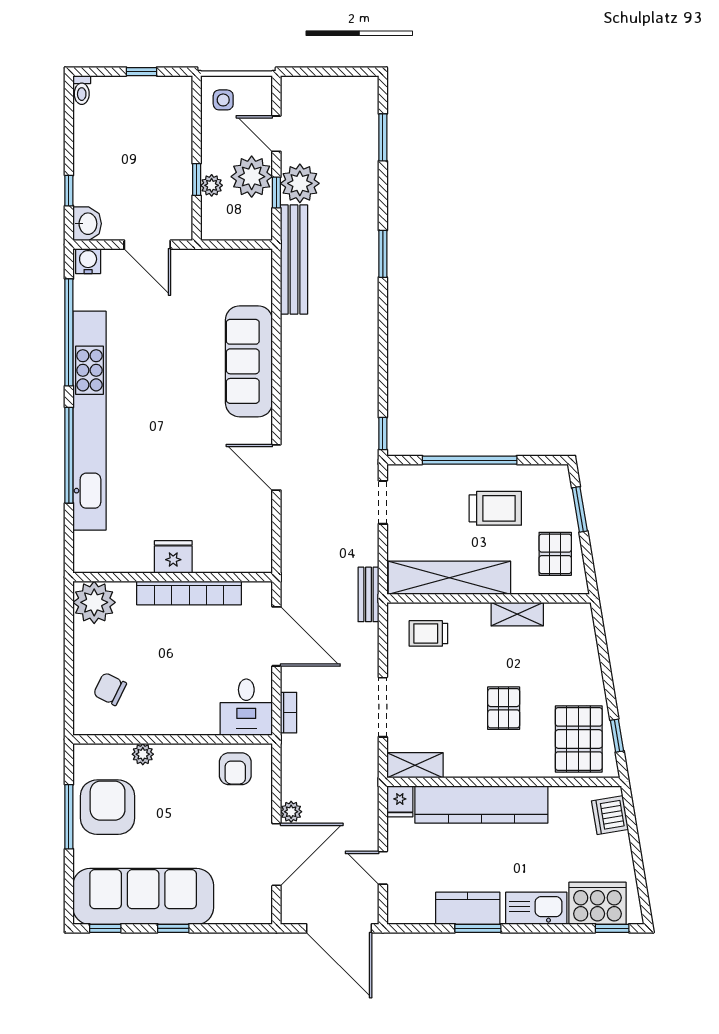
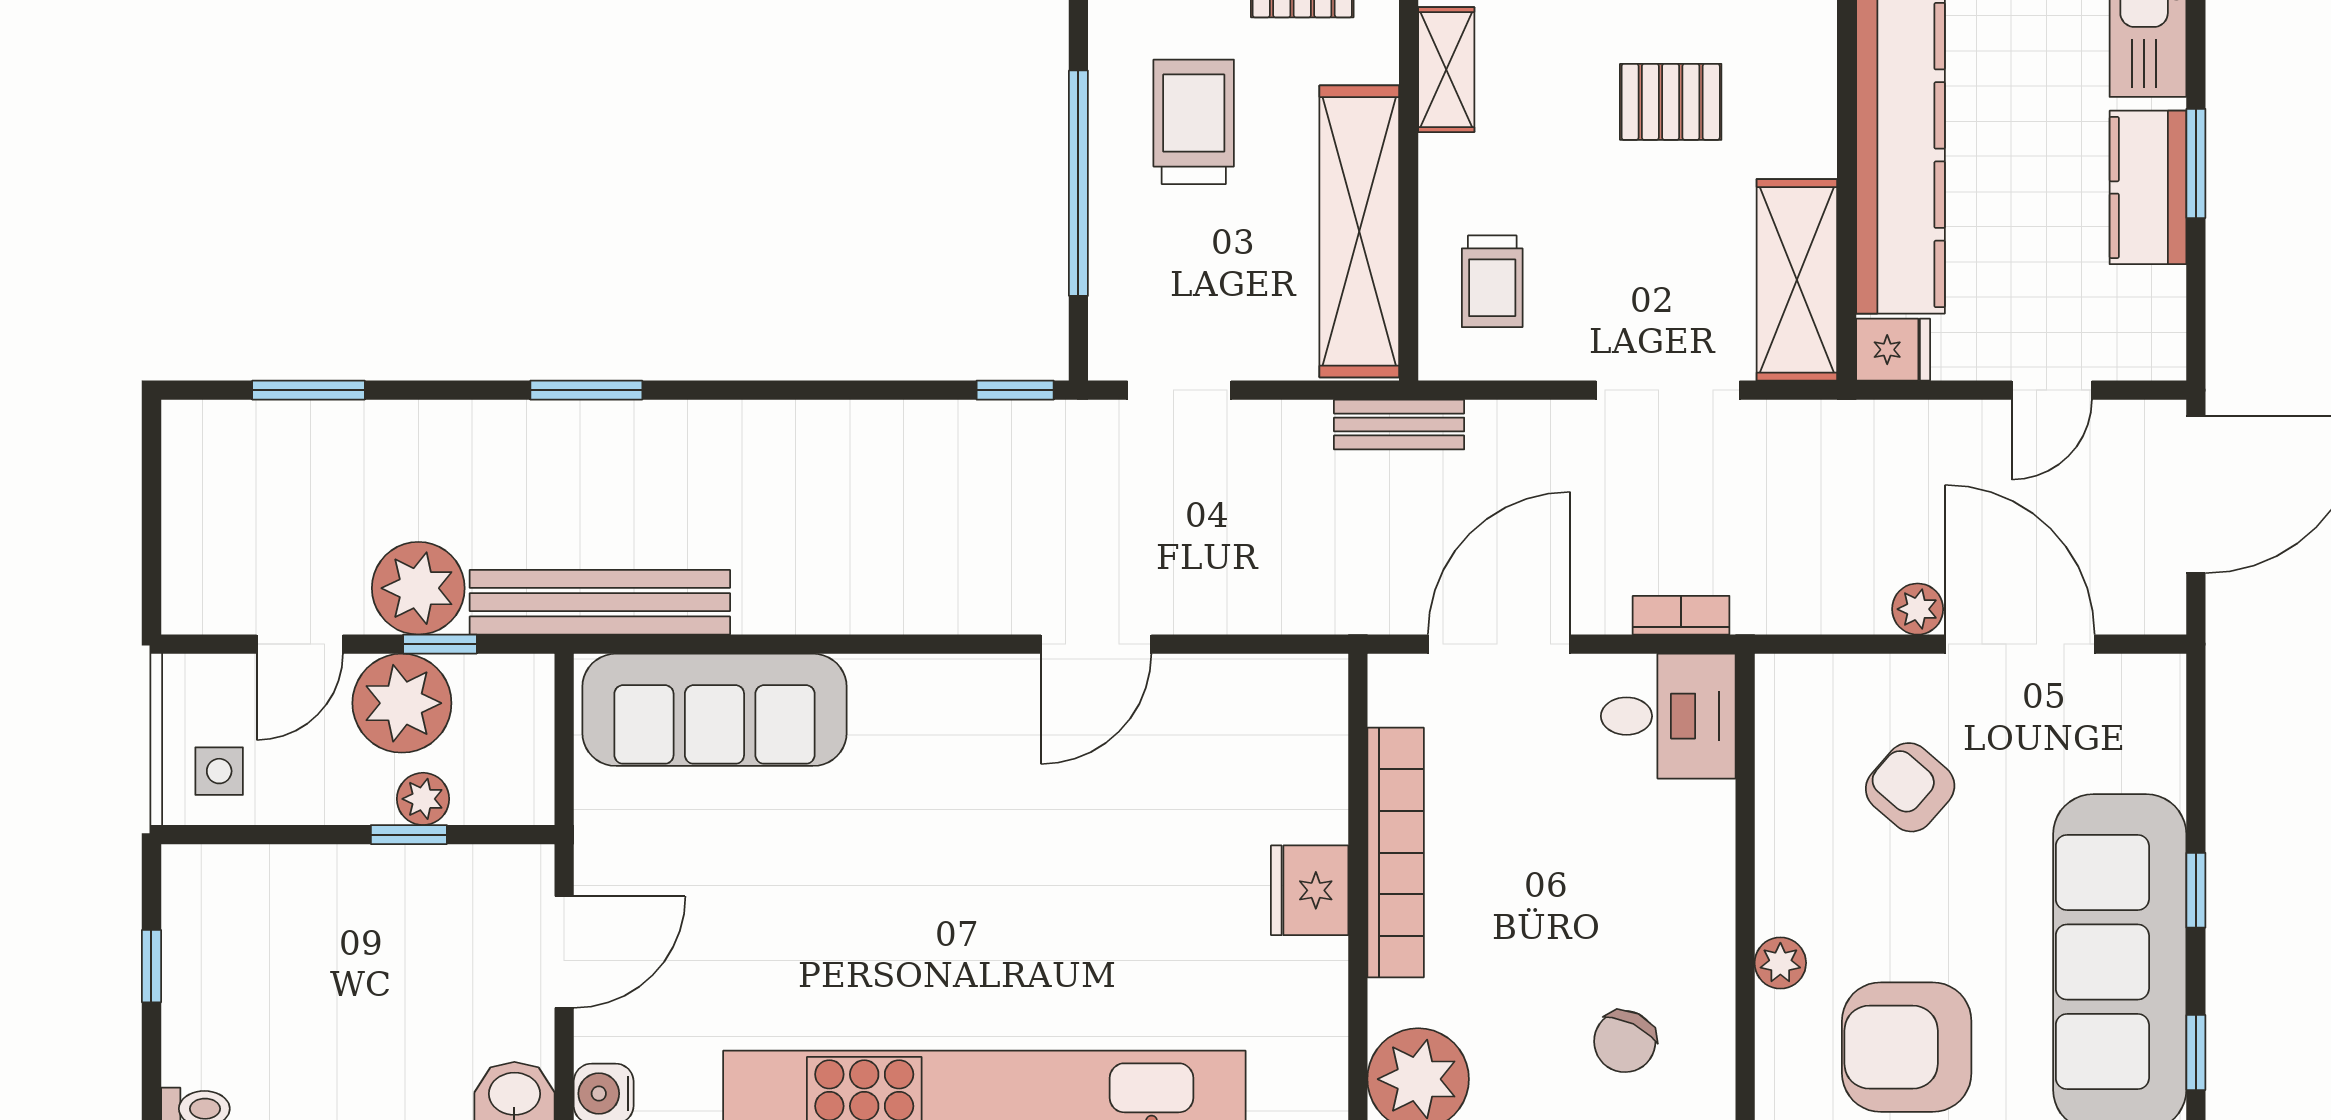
sofa: (249, 361) -> (714, 710), moved
shelving: (415, 765) -> (1797, 280), width x1.50, depth x1.33
armchair: (235, 769) -> (1910, 787), moved, turned -139

